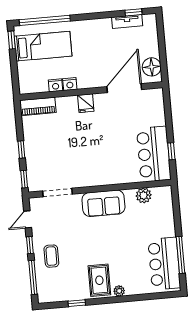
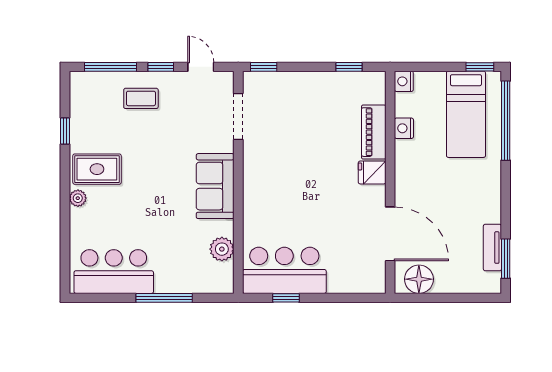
window: (134, 12) -> (506, 259), width x1.50
nightstand: (70, 84) -> (404, 81), moved
piano: (38, 106) -> (374, 132), moved
window: (21, 150) -> (349, 67), moved
window: (181, 255) -> (164, 298), moved

